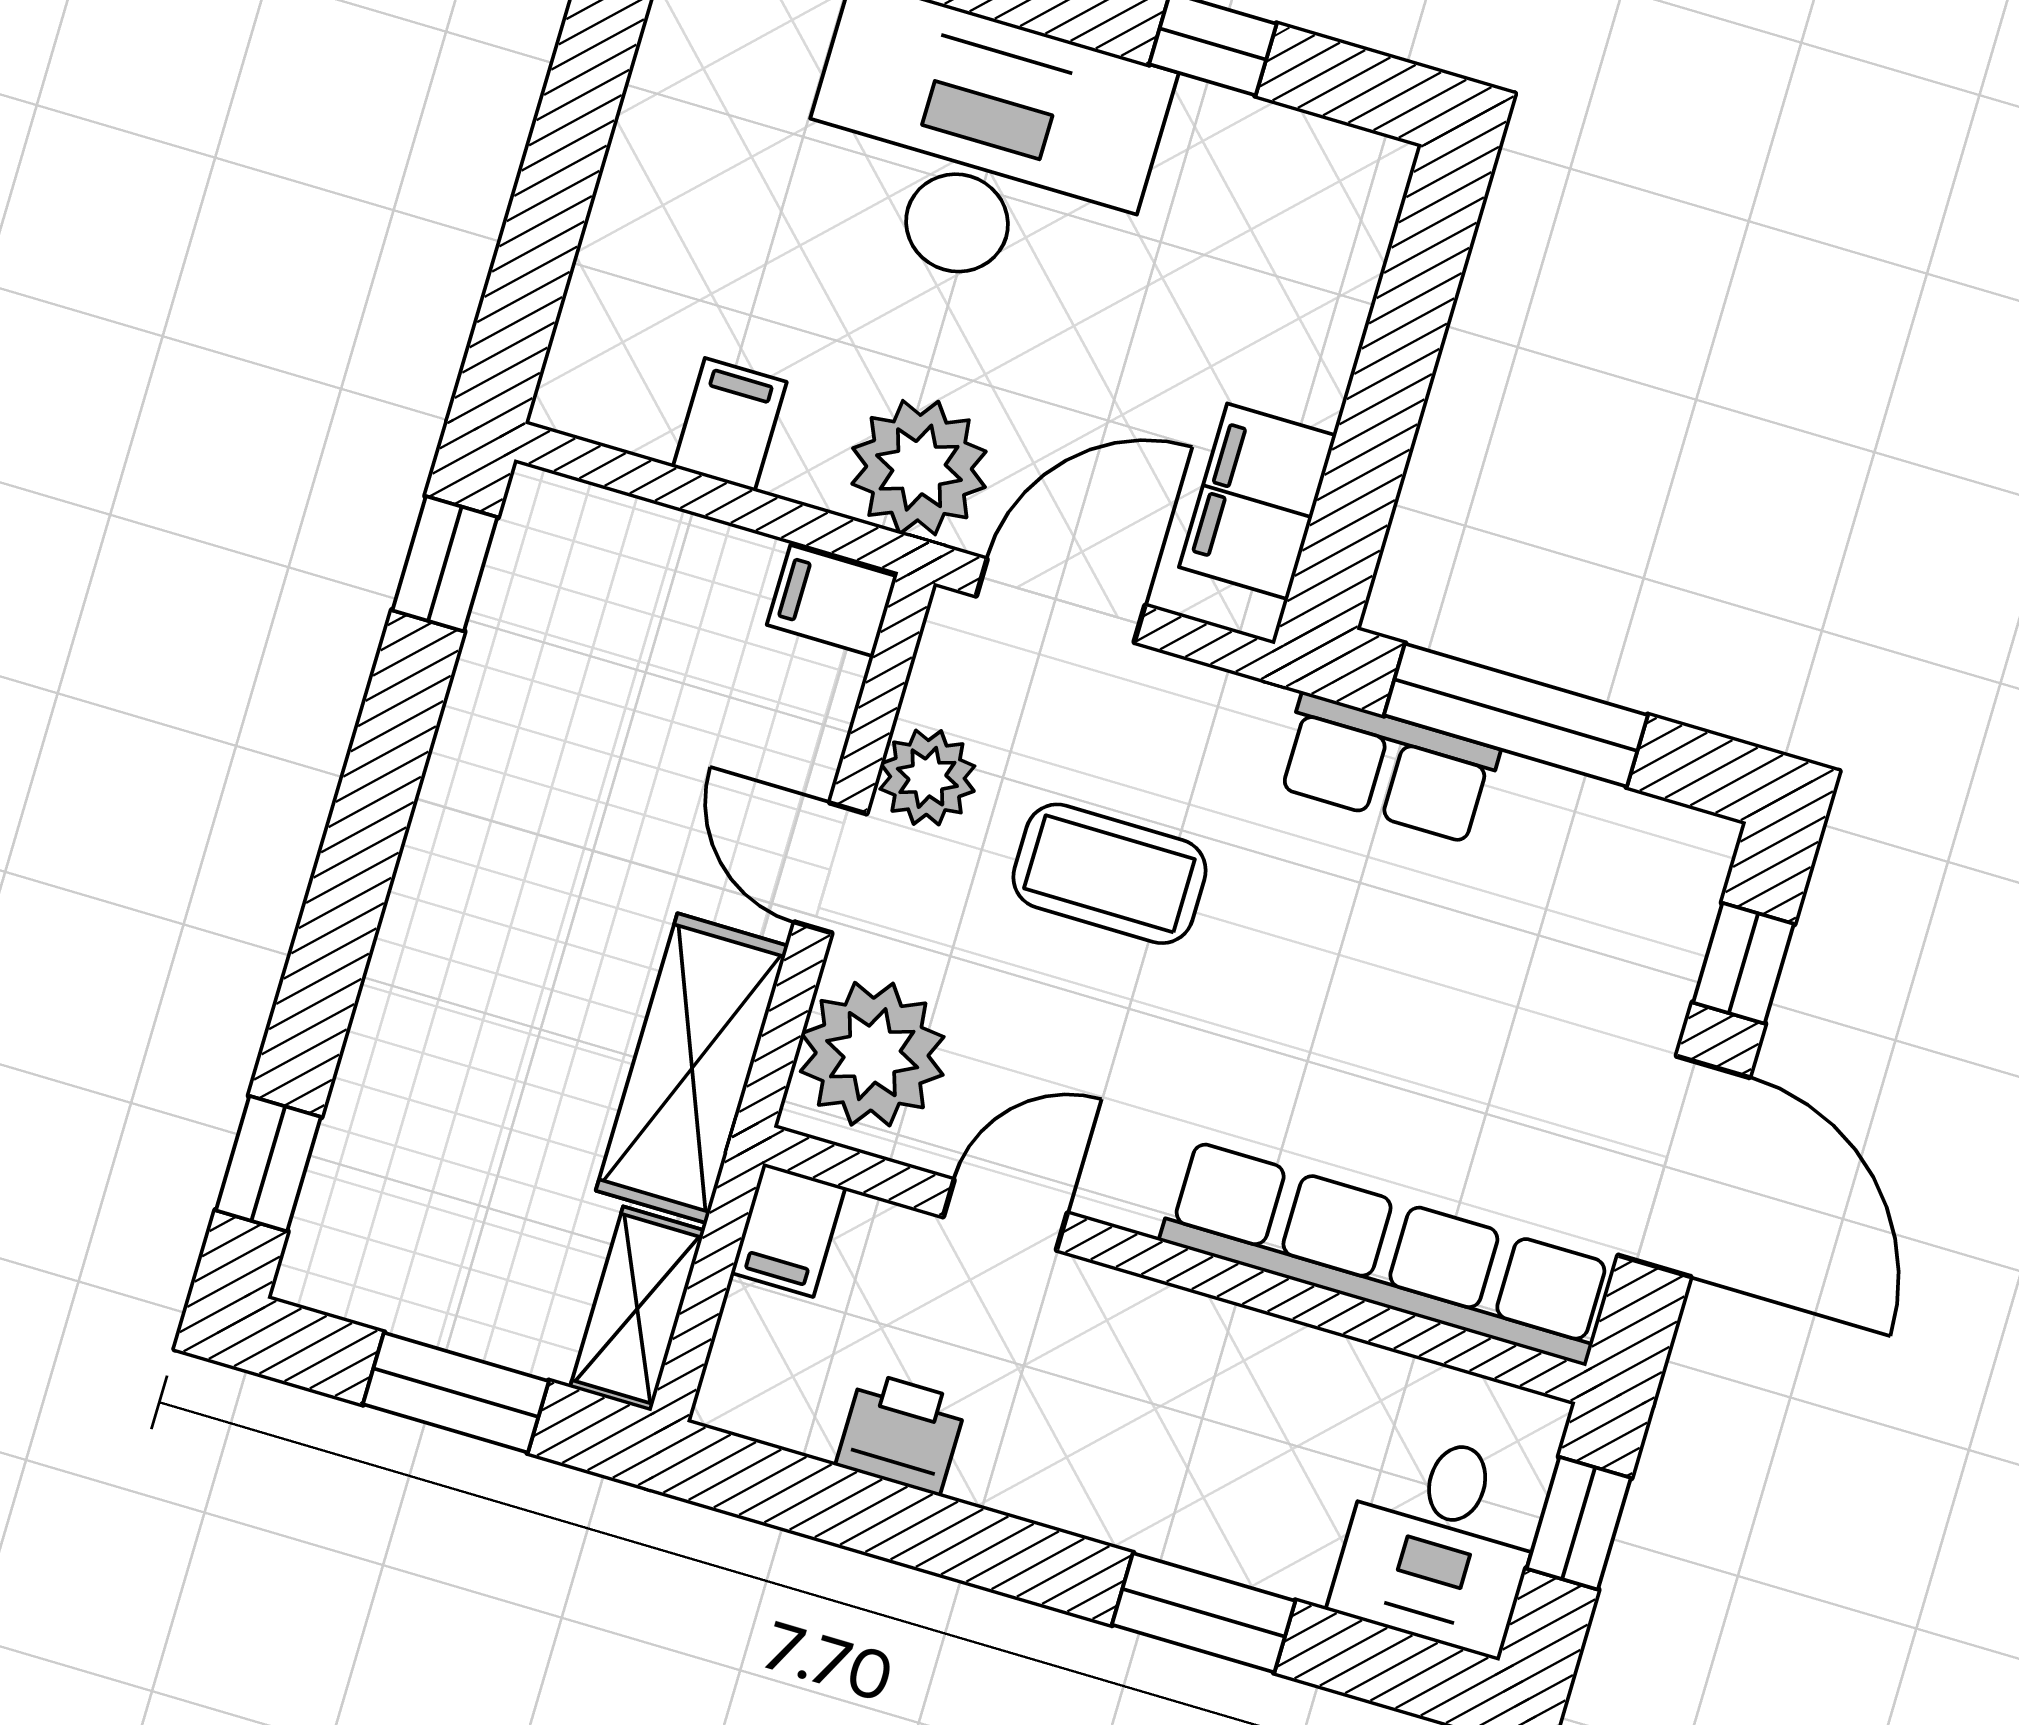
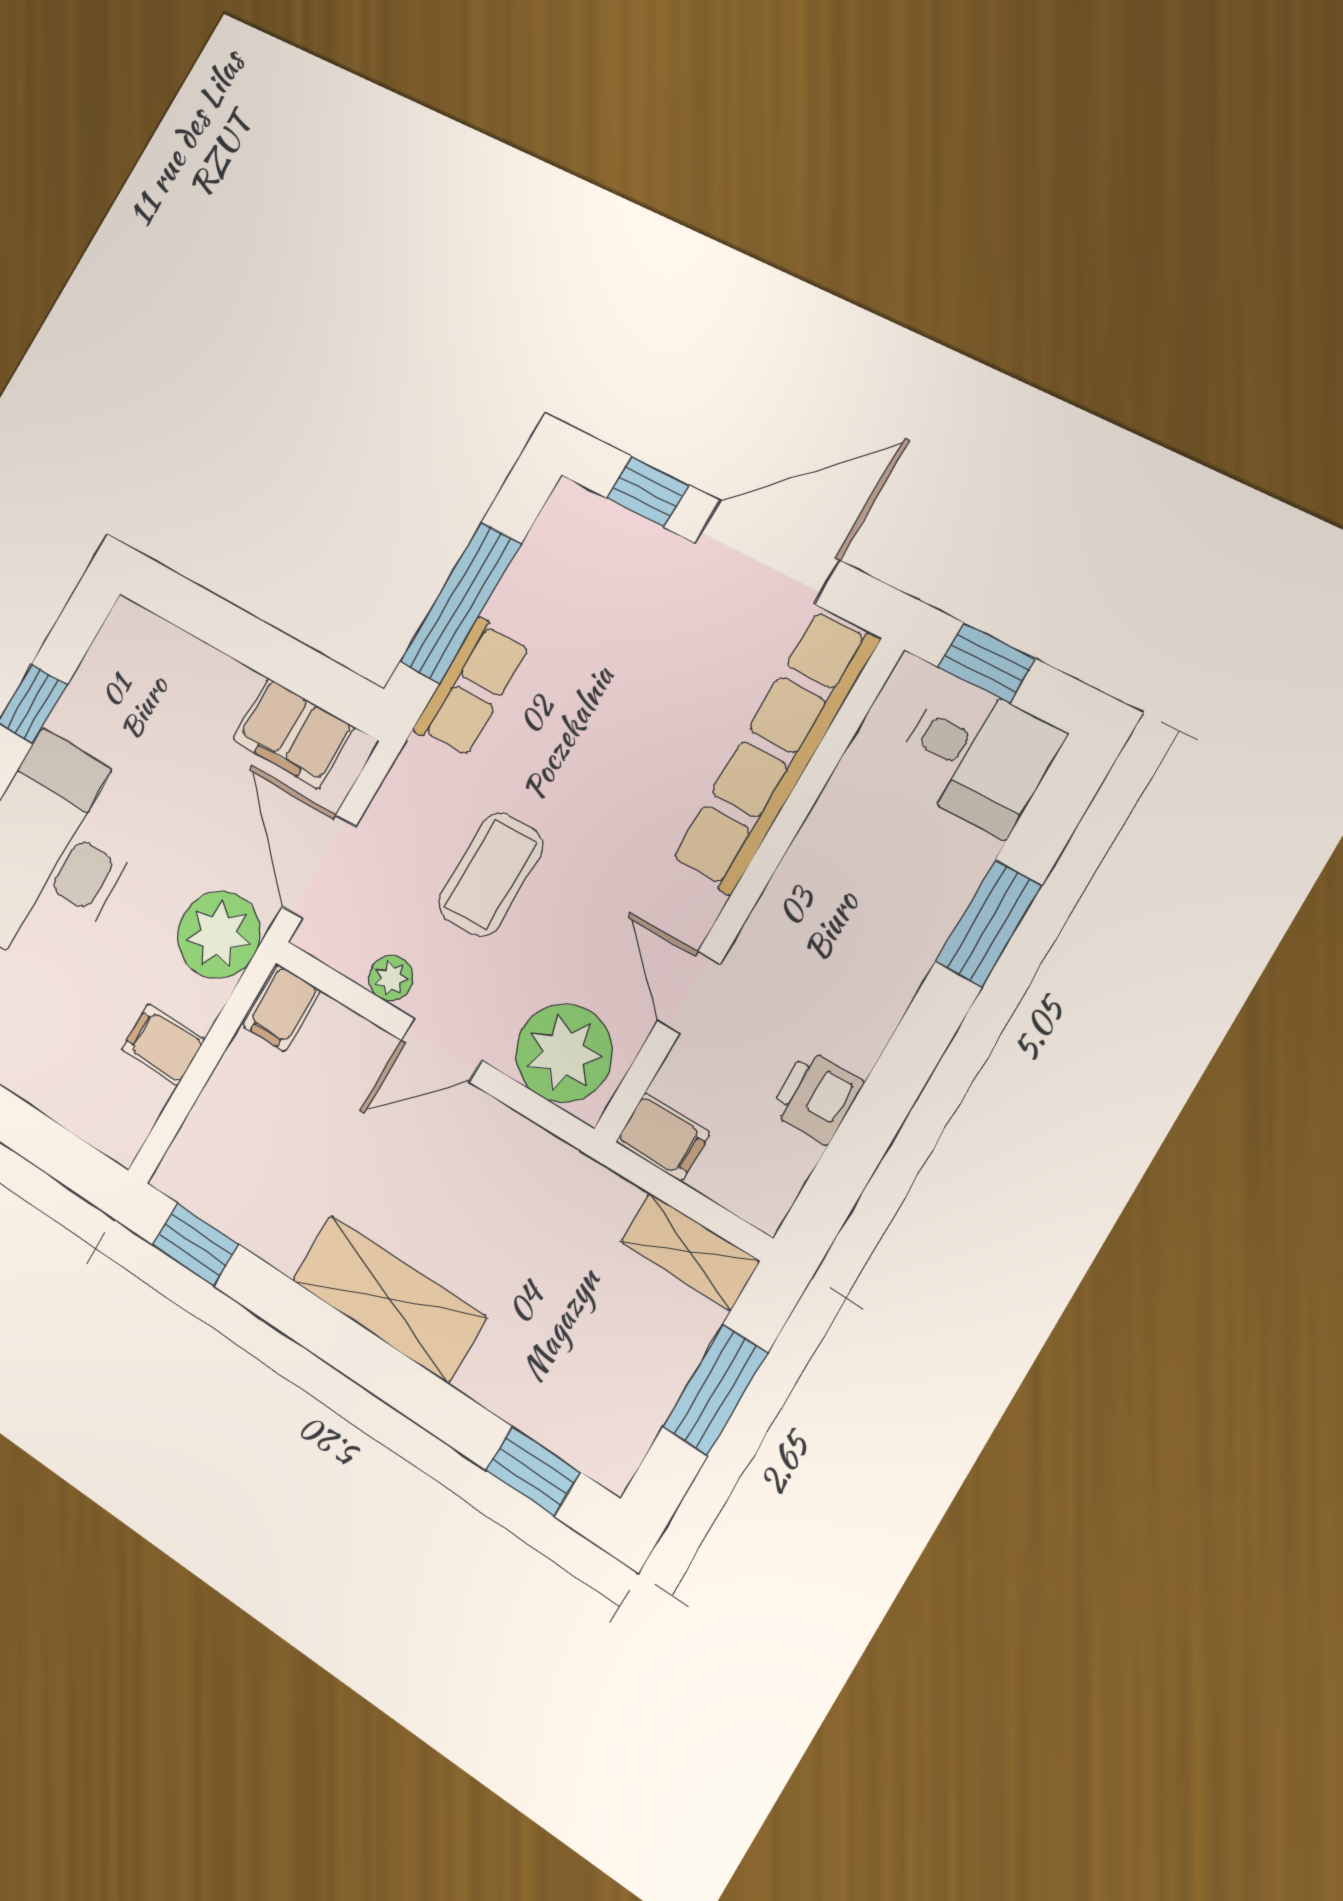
plant: (927, 777) -> (391, 978), width x0.73, depth x0.73
shelving: (692, 1068) -> (389, 1299), moved

